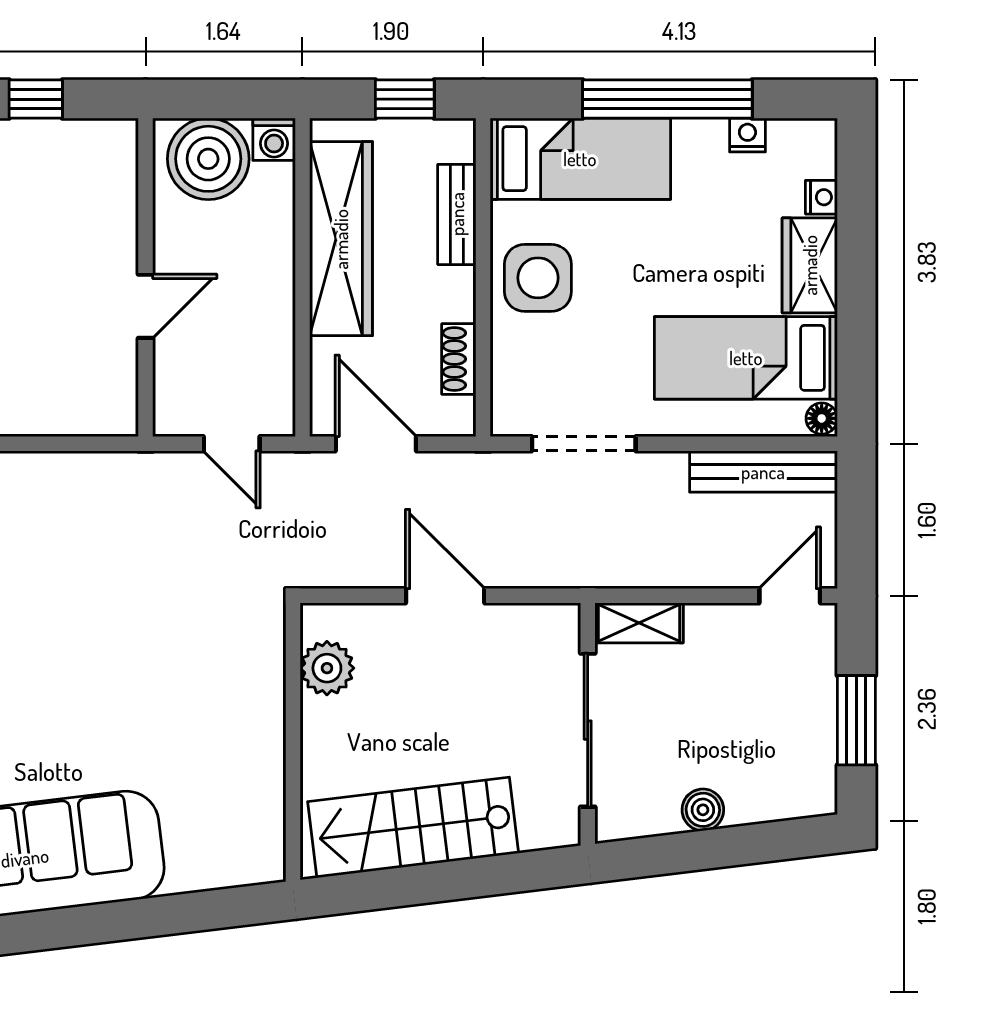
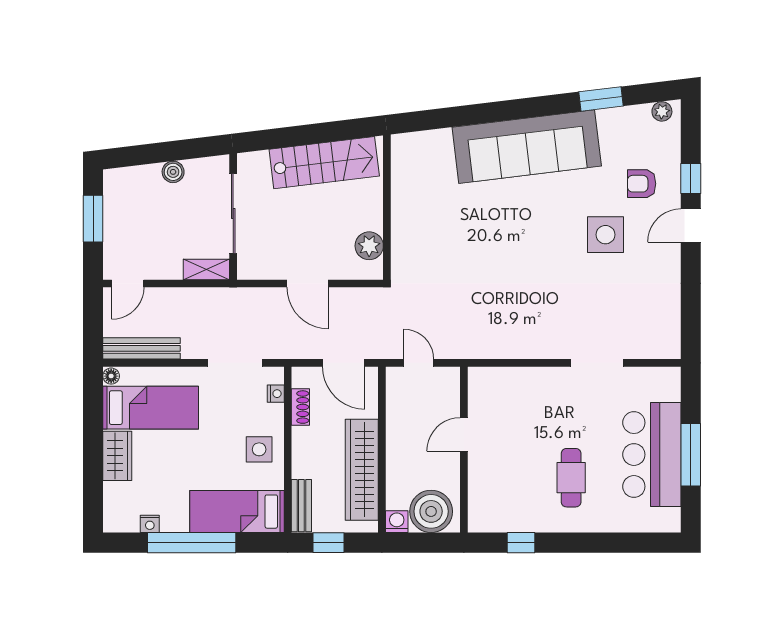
nightstand: (821, 197) -> (276, 394), moved, turned 180
bench: (457, 214) -> (301, 506), moved
side table: (538, 278) -> (259, 449), width x0.73, depth x0.73

